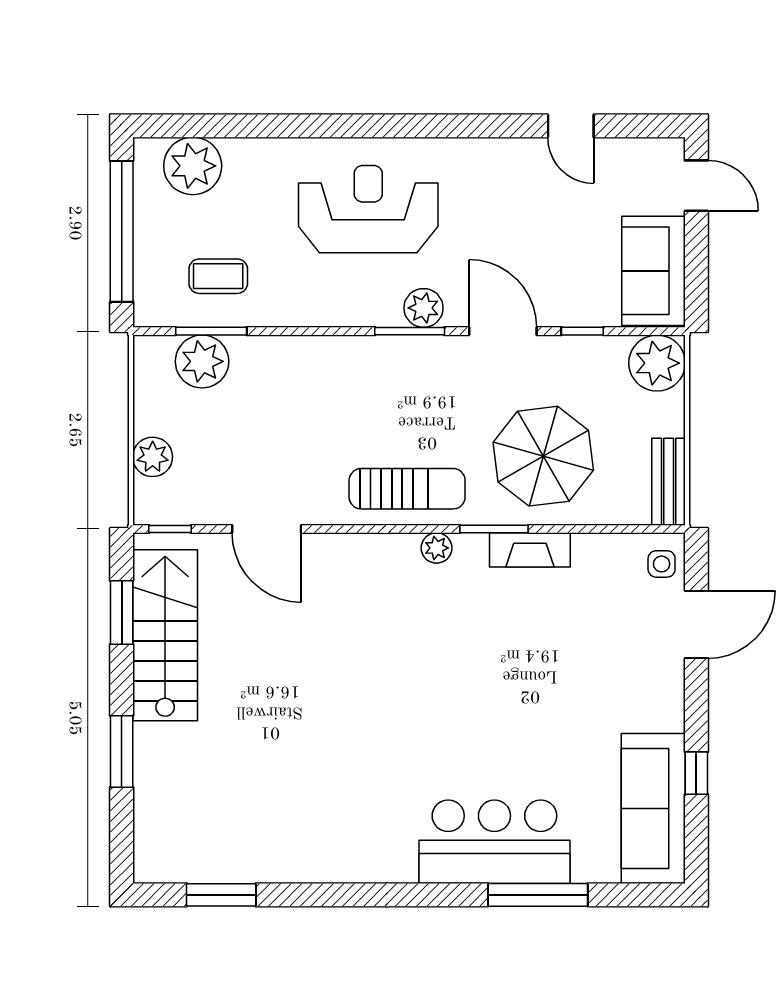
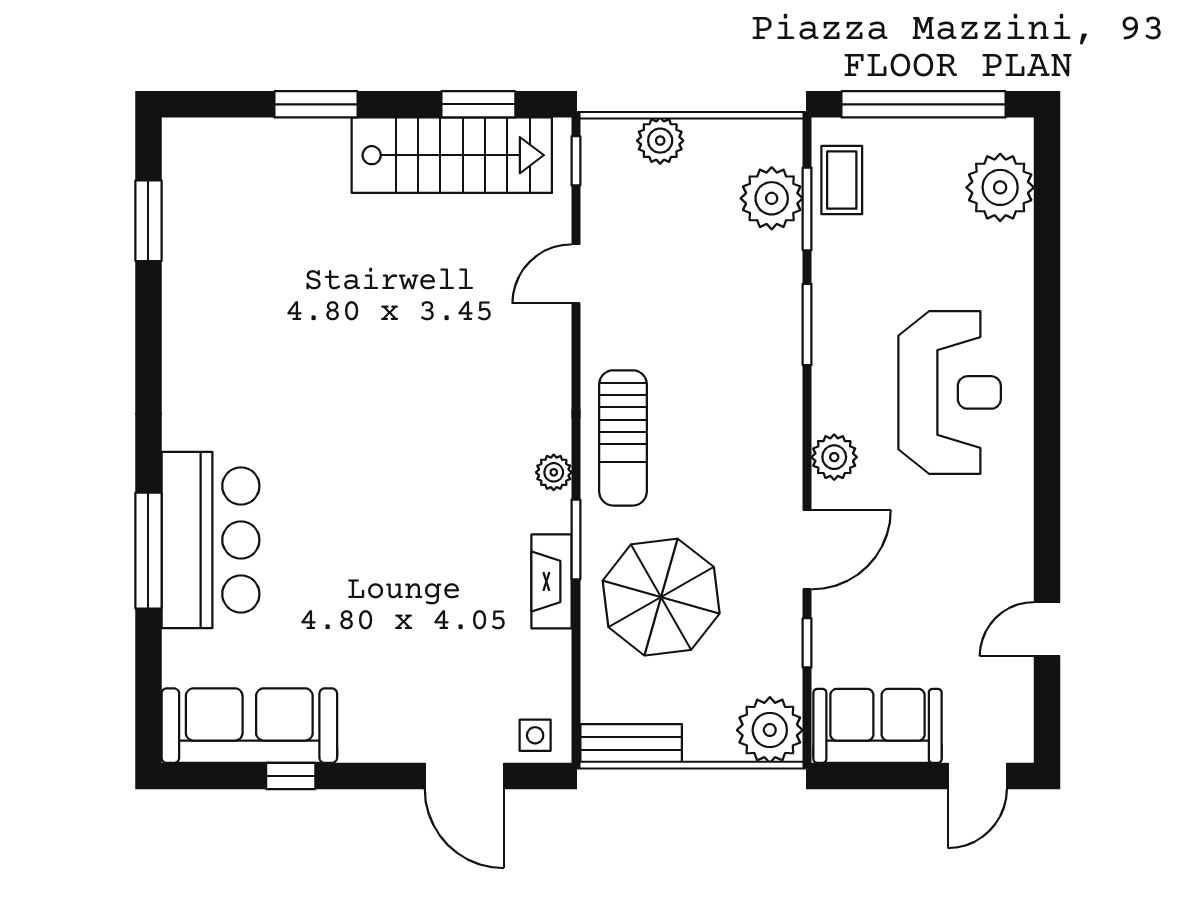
coffee table: (218, 276) -> (842, 180), moved
window: (410, 331) -> (807, 324), moved
door: (267, 529) -> (576, 274), width x0.73
window: (538, 895) -> (148, 551), moved

